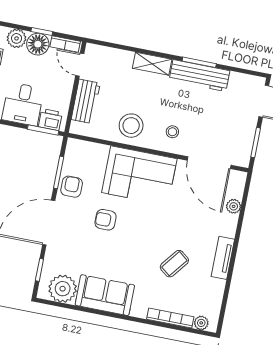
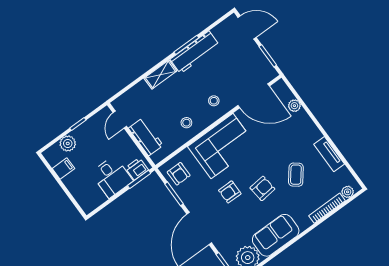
floor lamp: (38, 44) -> (83, 134), removed
bookcase: (65, 44) -> (99, 117), removed
door: (80, 65) -> (120, 120), hinge flipped
stool: (131, 126) -> (186, 123), width x0.53, depth x0.53
armchair: (72, 187) -> (179, 174), moved, turned 180
armchair: (135, 245) -> (262, 188), added
tv unit: (223, 258) -> (329, 154), moved

